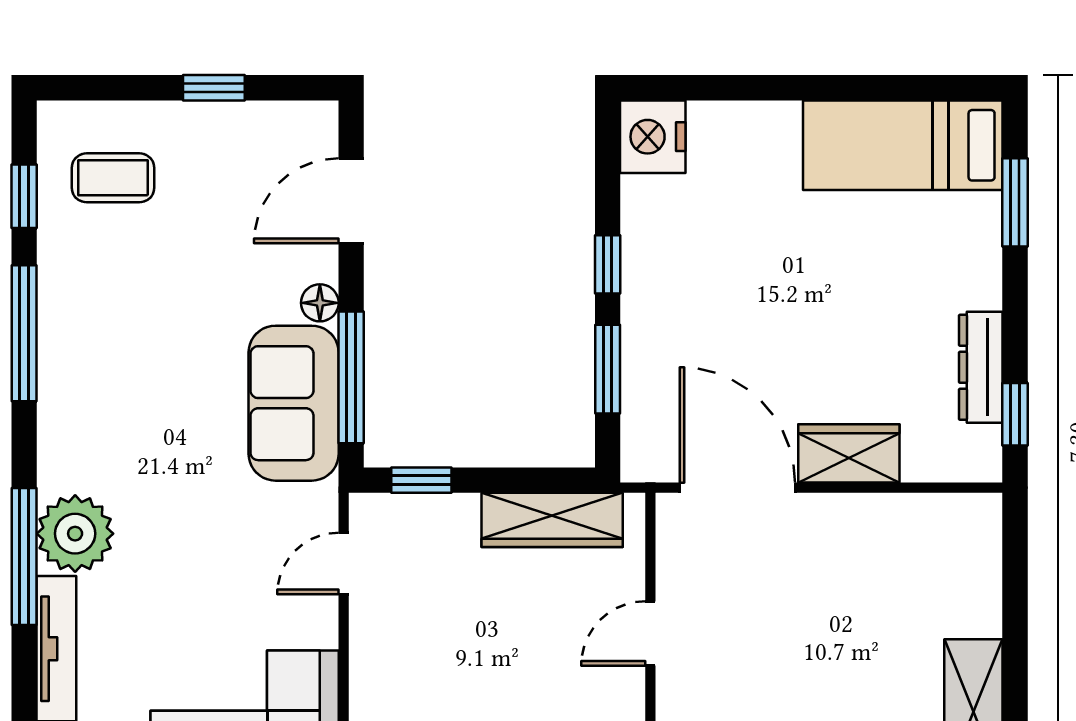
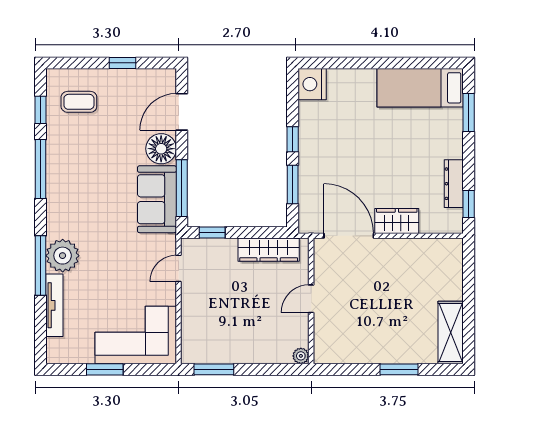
floor lamp: (320, 303) -> (161, 149), width x1.89, depth x1.89

